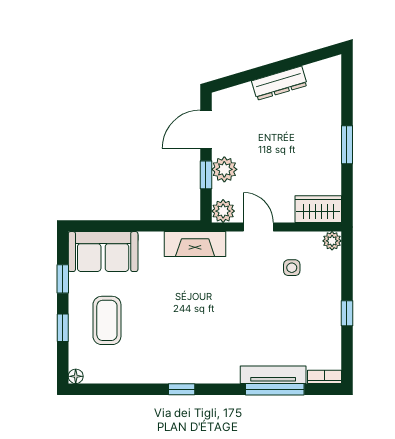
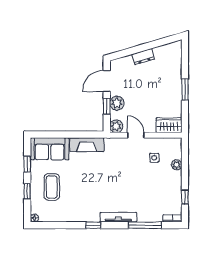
dresser: (279, 83) -> (143, 57), width x0.70
plant: (332, 241) -> (177, 165), moved
fireplace: (195, 244) -> (87, 145), moved
window: (347, 313) -> (185, 197), moved
tv unit: (273, 375) -> (118, 217), moved

